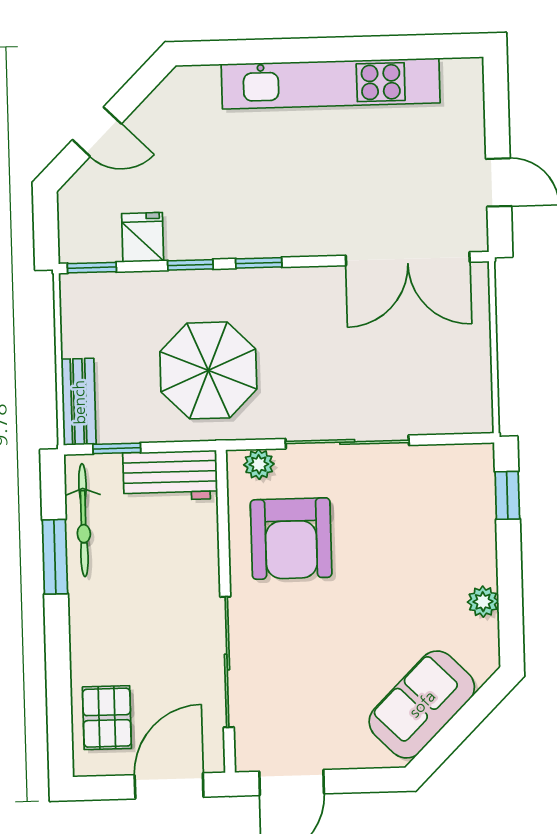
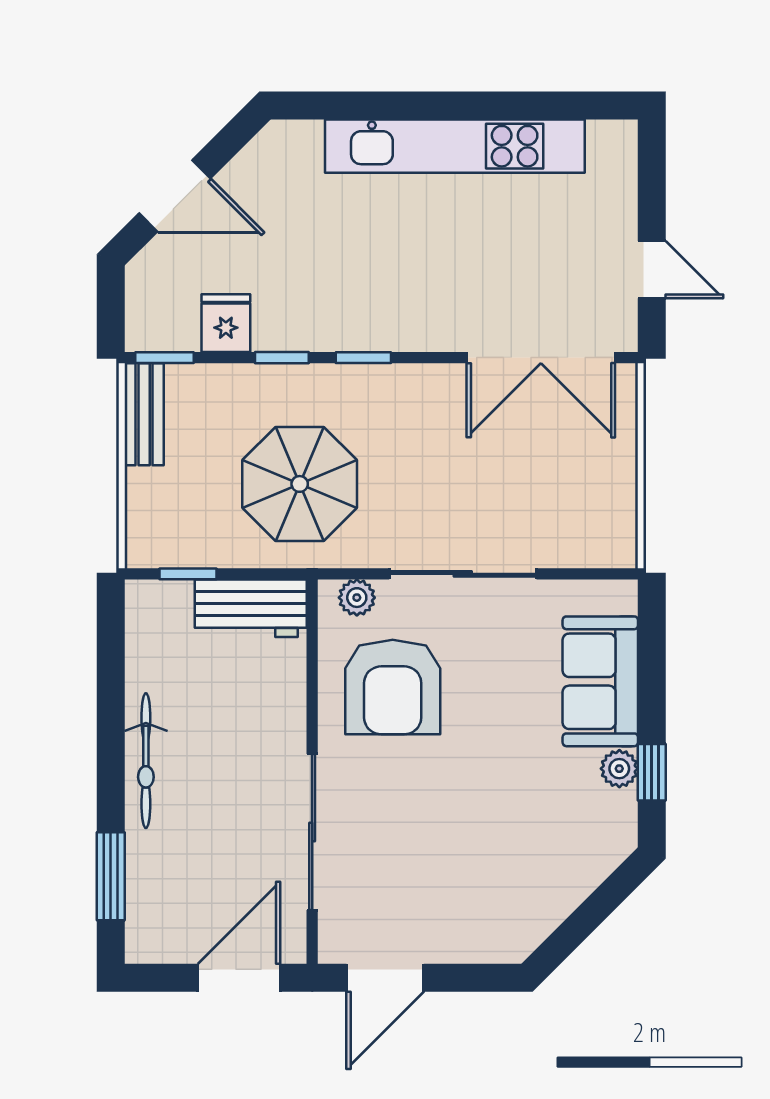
door: (97, 132) -> (175, 196), width x1.38
bench: (79, 402) -> (144, 414), moved
window: (507, 495) -> (652, 772), moved
bicycle: (83, 520) -> (146, 761), moved
window: (55, 557) -> (111, 876), moved
sofa: (422, 704) -> (600, 681), moved, turned -45
pallet: (107, 718) -> (167, 894), removed

